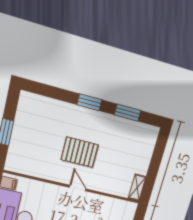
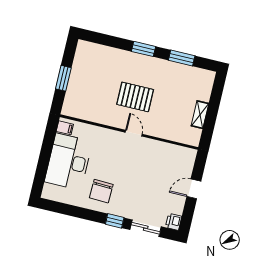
shelving: (137, 188) -> (200, 115), moved

